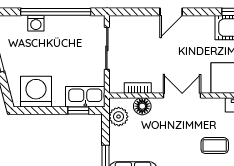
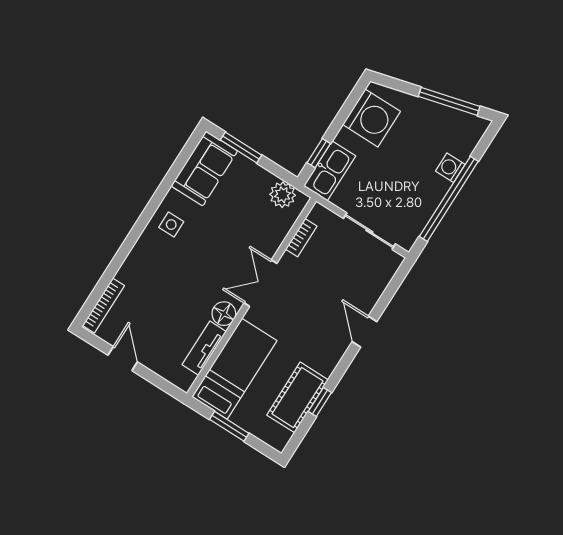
double door: (182, 95) -> (260, 283), swing flipped
floor lamp: (142, 106) -> (224, 314), moved
coffee table: (215, 146) -> (179, 284), removed

